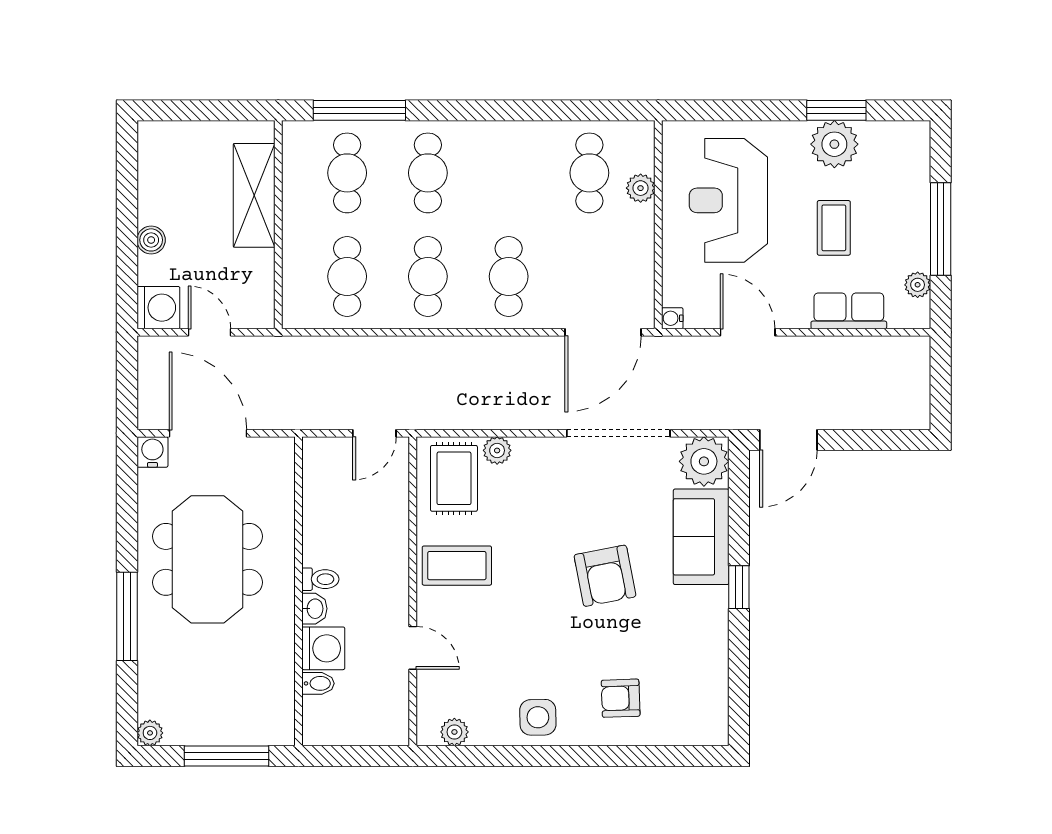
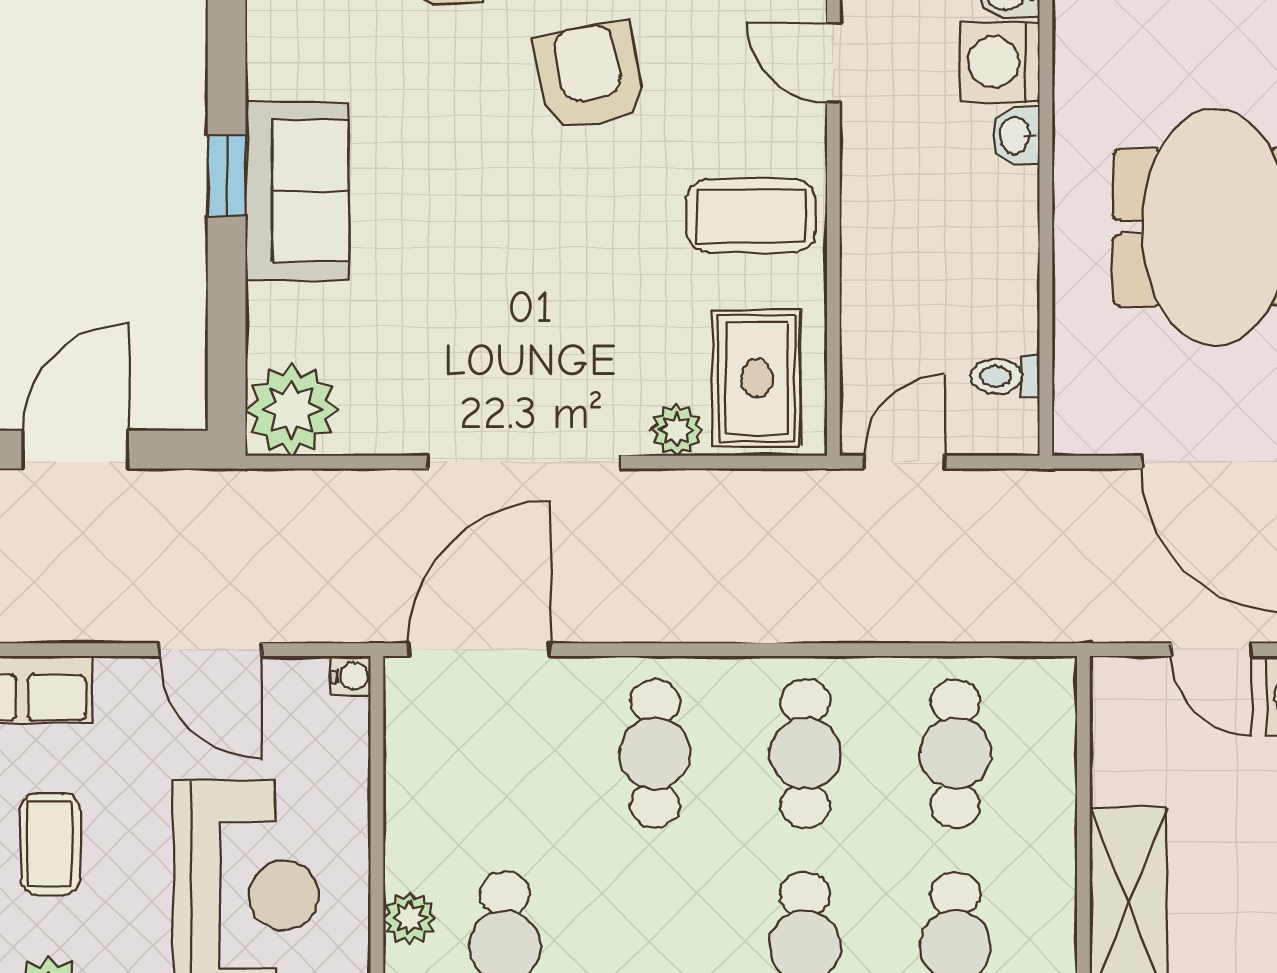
doorway: (618, 433) -> (524, 462), moved
door: (788, 440) -> (75, 450), moved
sofa: (701, 537) -> (297, 191), moved
armchair: (605, 576) -> (590, 77), moved
toilet: (320, 579) -> (1005, 376), moved

